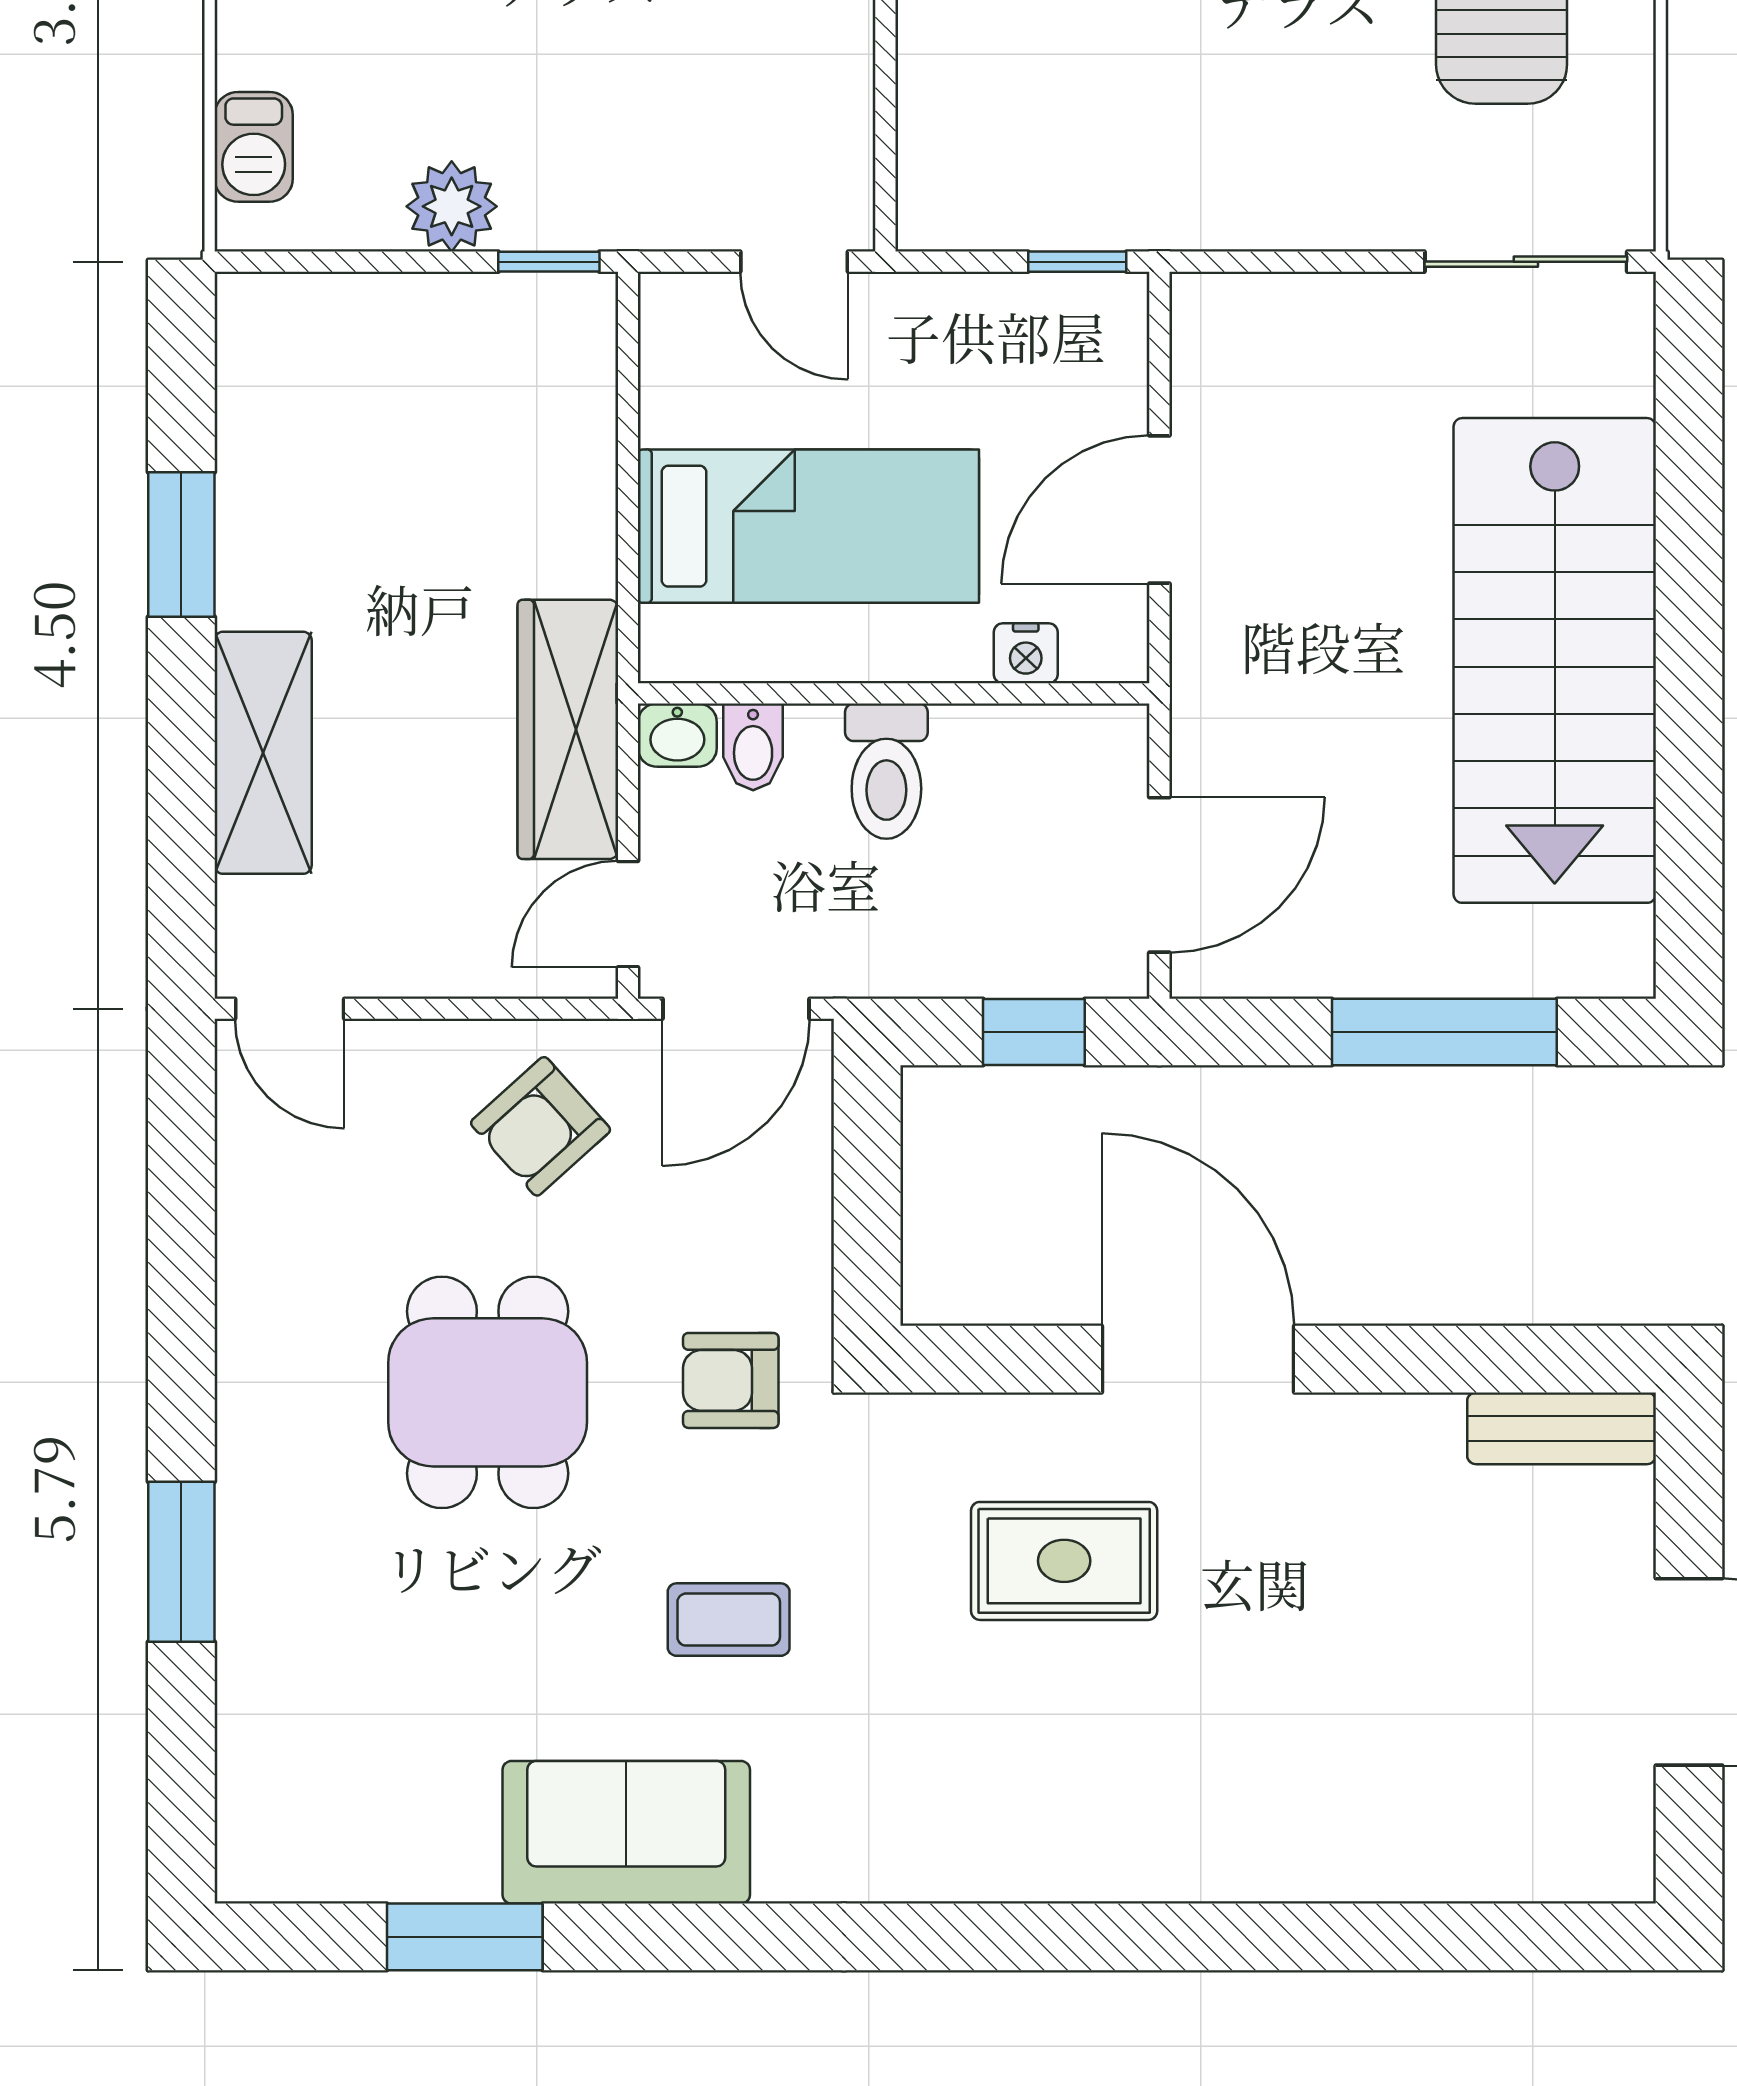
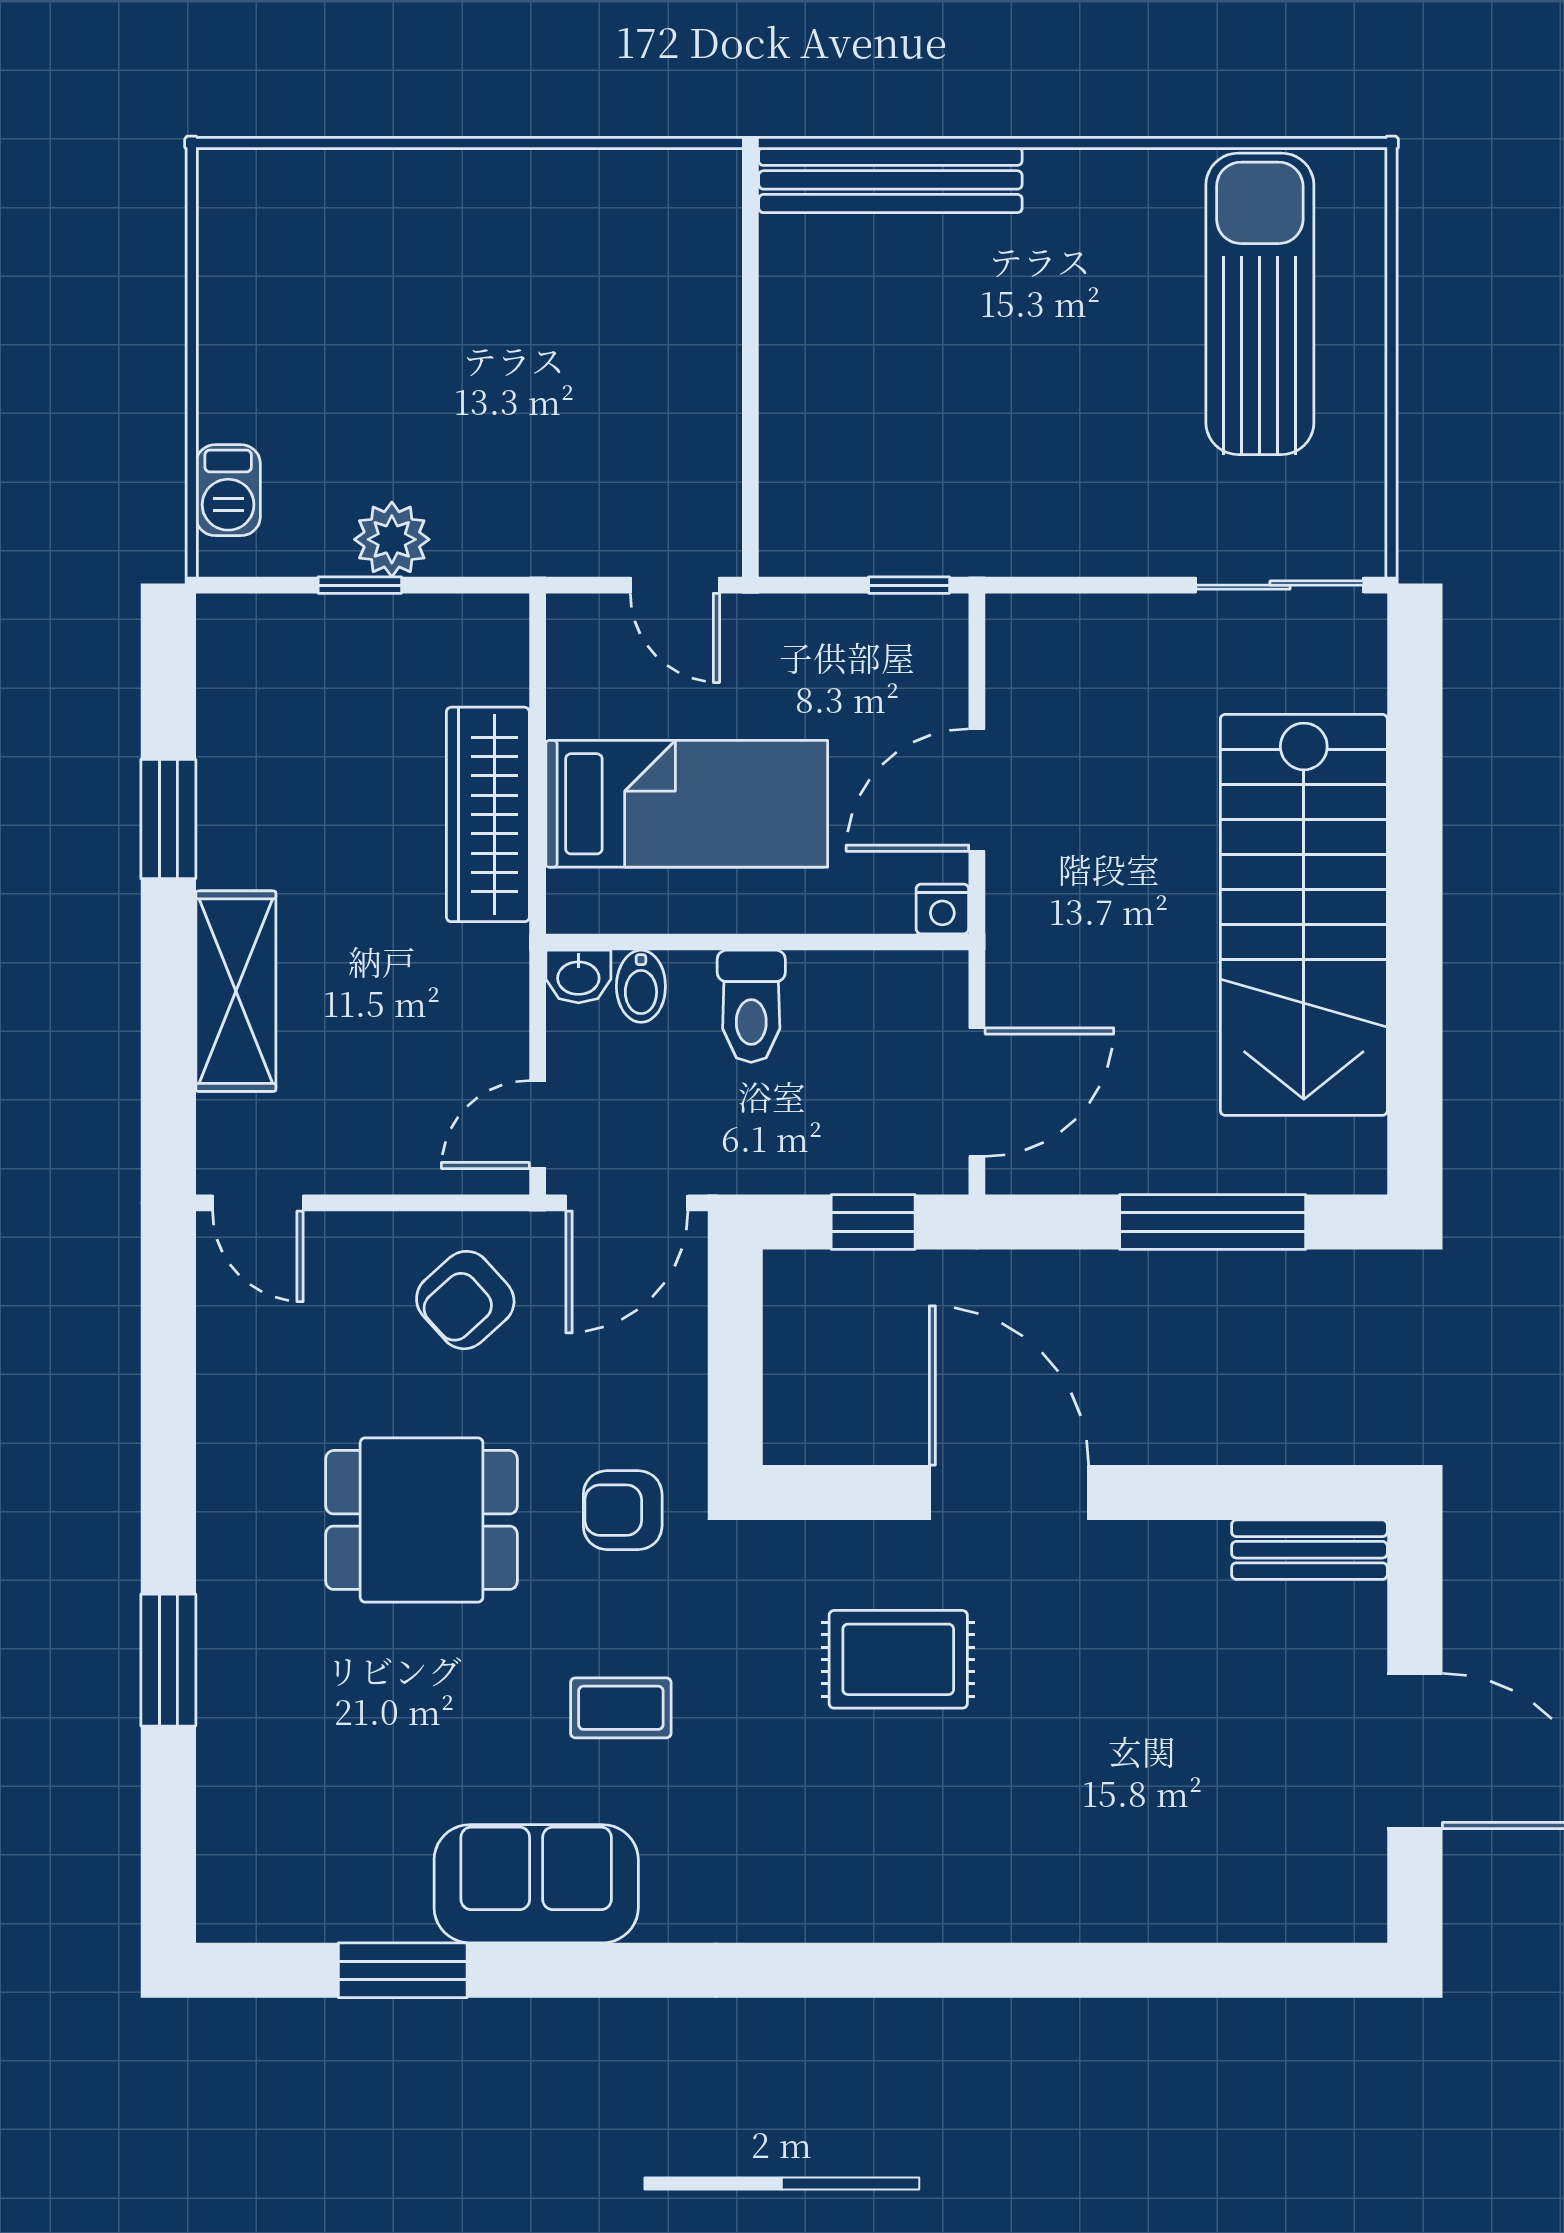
window: (549, 262) -> (360, 585), moved
nightstand: (1026, 653) -> (942, 909), moved
wardrobe: (568, 729) -> (488, 814), moved
dining table: (488, 1392) -> (422, 1520), turned 90

